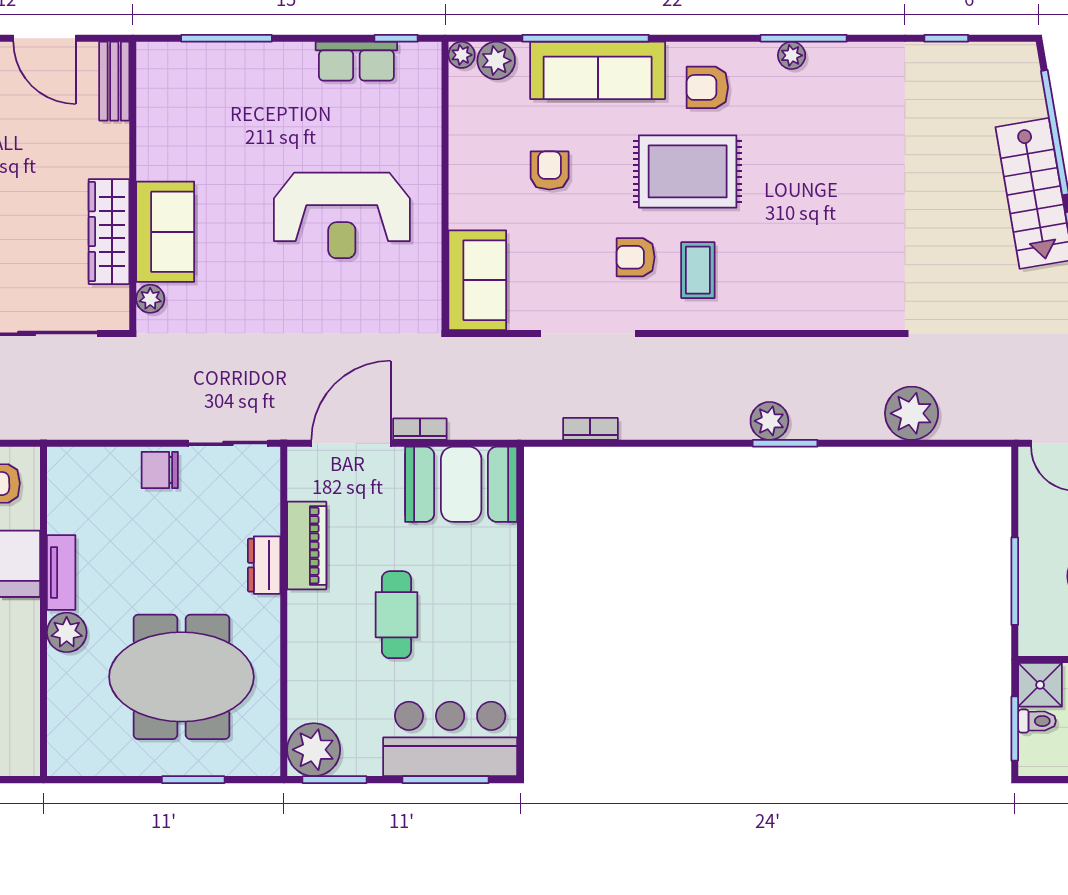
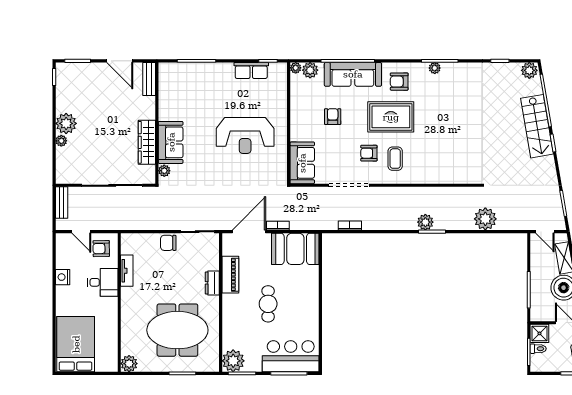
plant: (1016, 61) -> (529, 70), added
tv unit: (61, 572) -> (127, 271), moved
plant: (67, 632) -> (129, 364), moved

